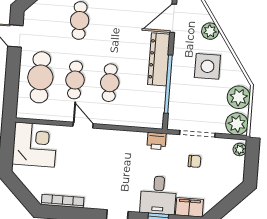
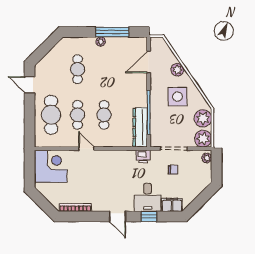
dresser: (159, 59) -> (140, 127), moved

